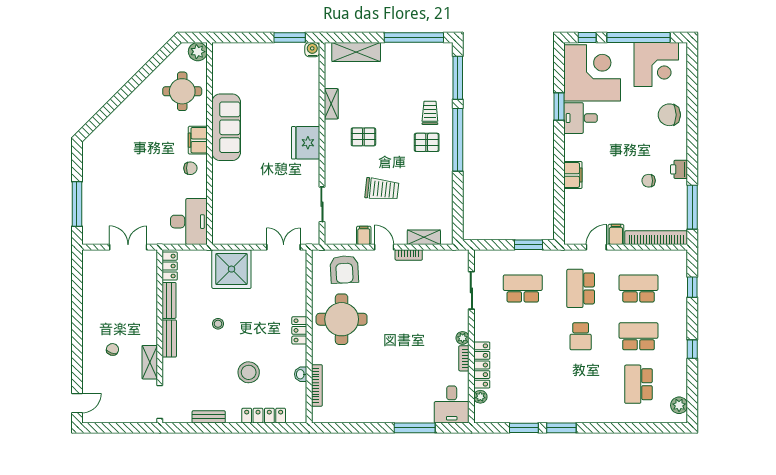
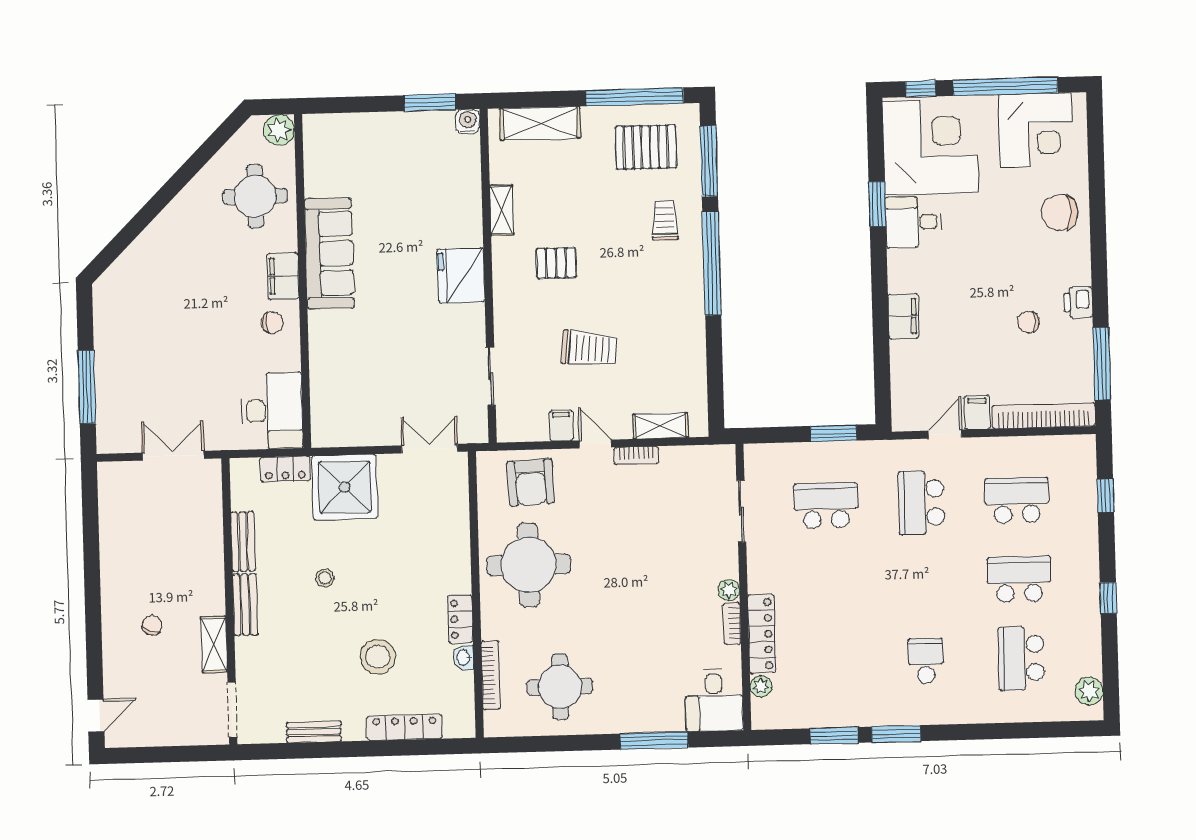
pallet: (427, 142) -> (646, 147), moved, width x1.50, depth x1.42
locker: (170, 266) -> (285, 469), moved, turned 90
locker: (299, 330) -> (460, 619), moved
school desk: (581, 336) -> (926, 661), moved, turned 180
round table: (359, 394) -> (560, 687), added

